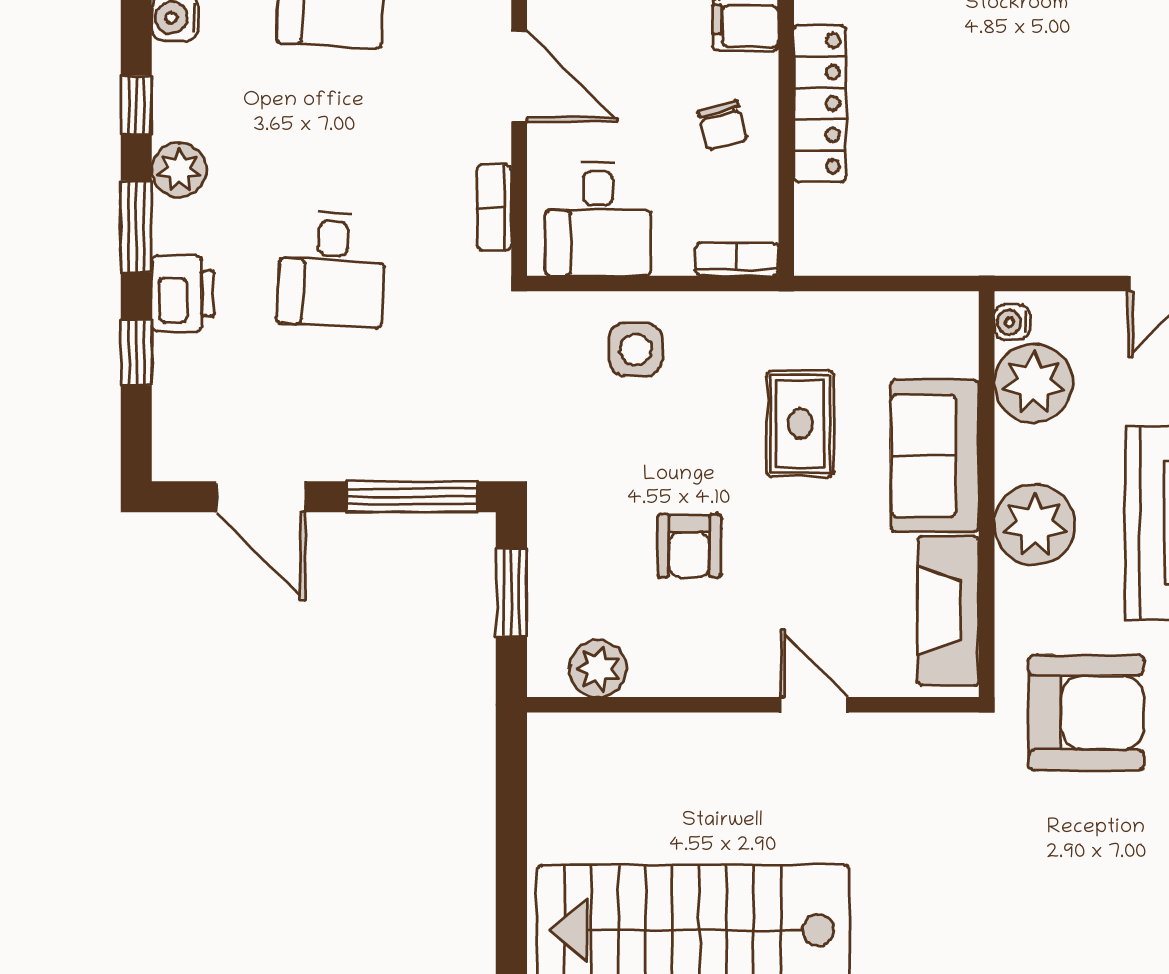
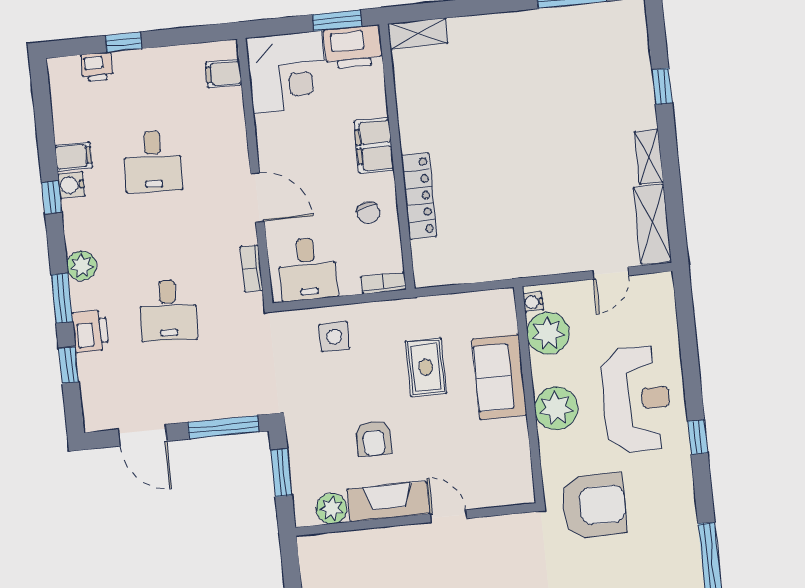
window: (136, 105) -> (52, 197), moved
fireplace: (948, 611) -> (388, 502), moved, turned 90

